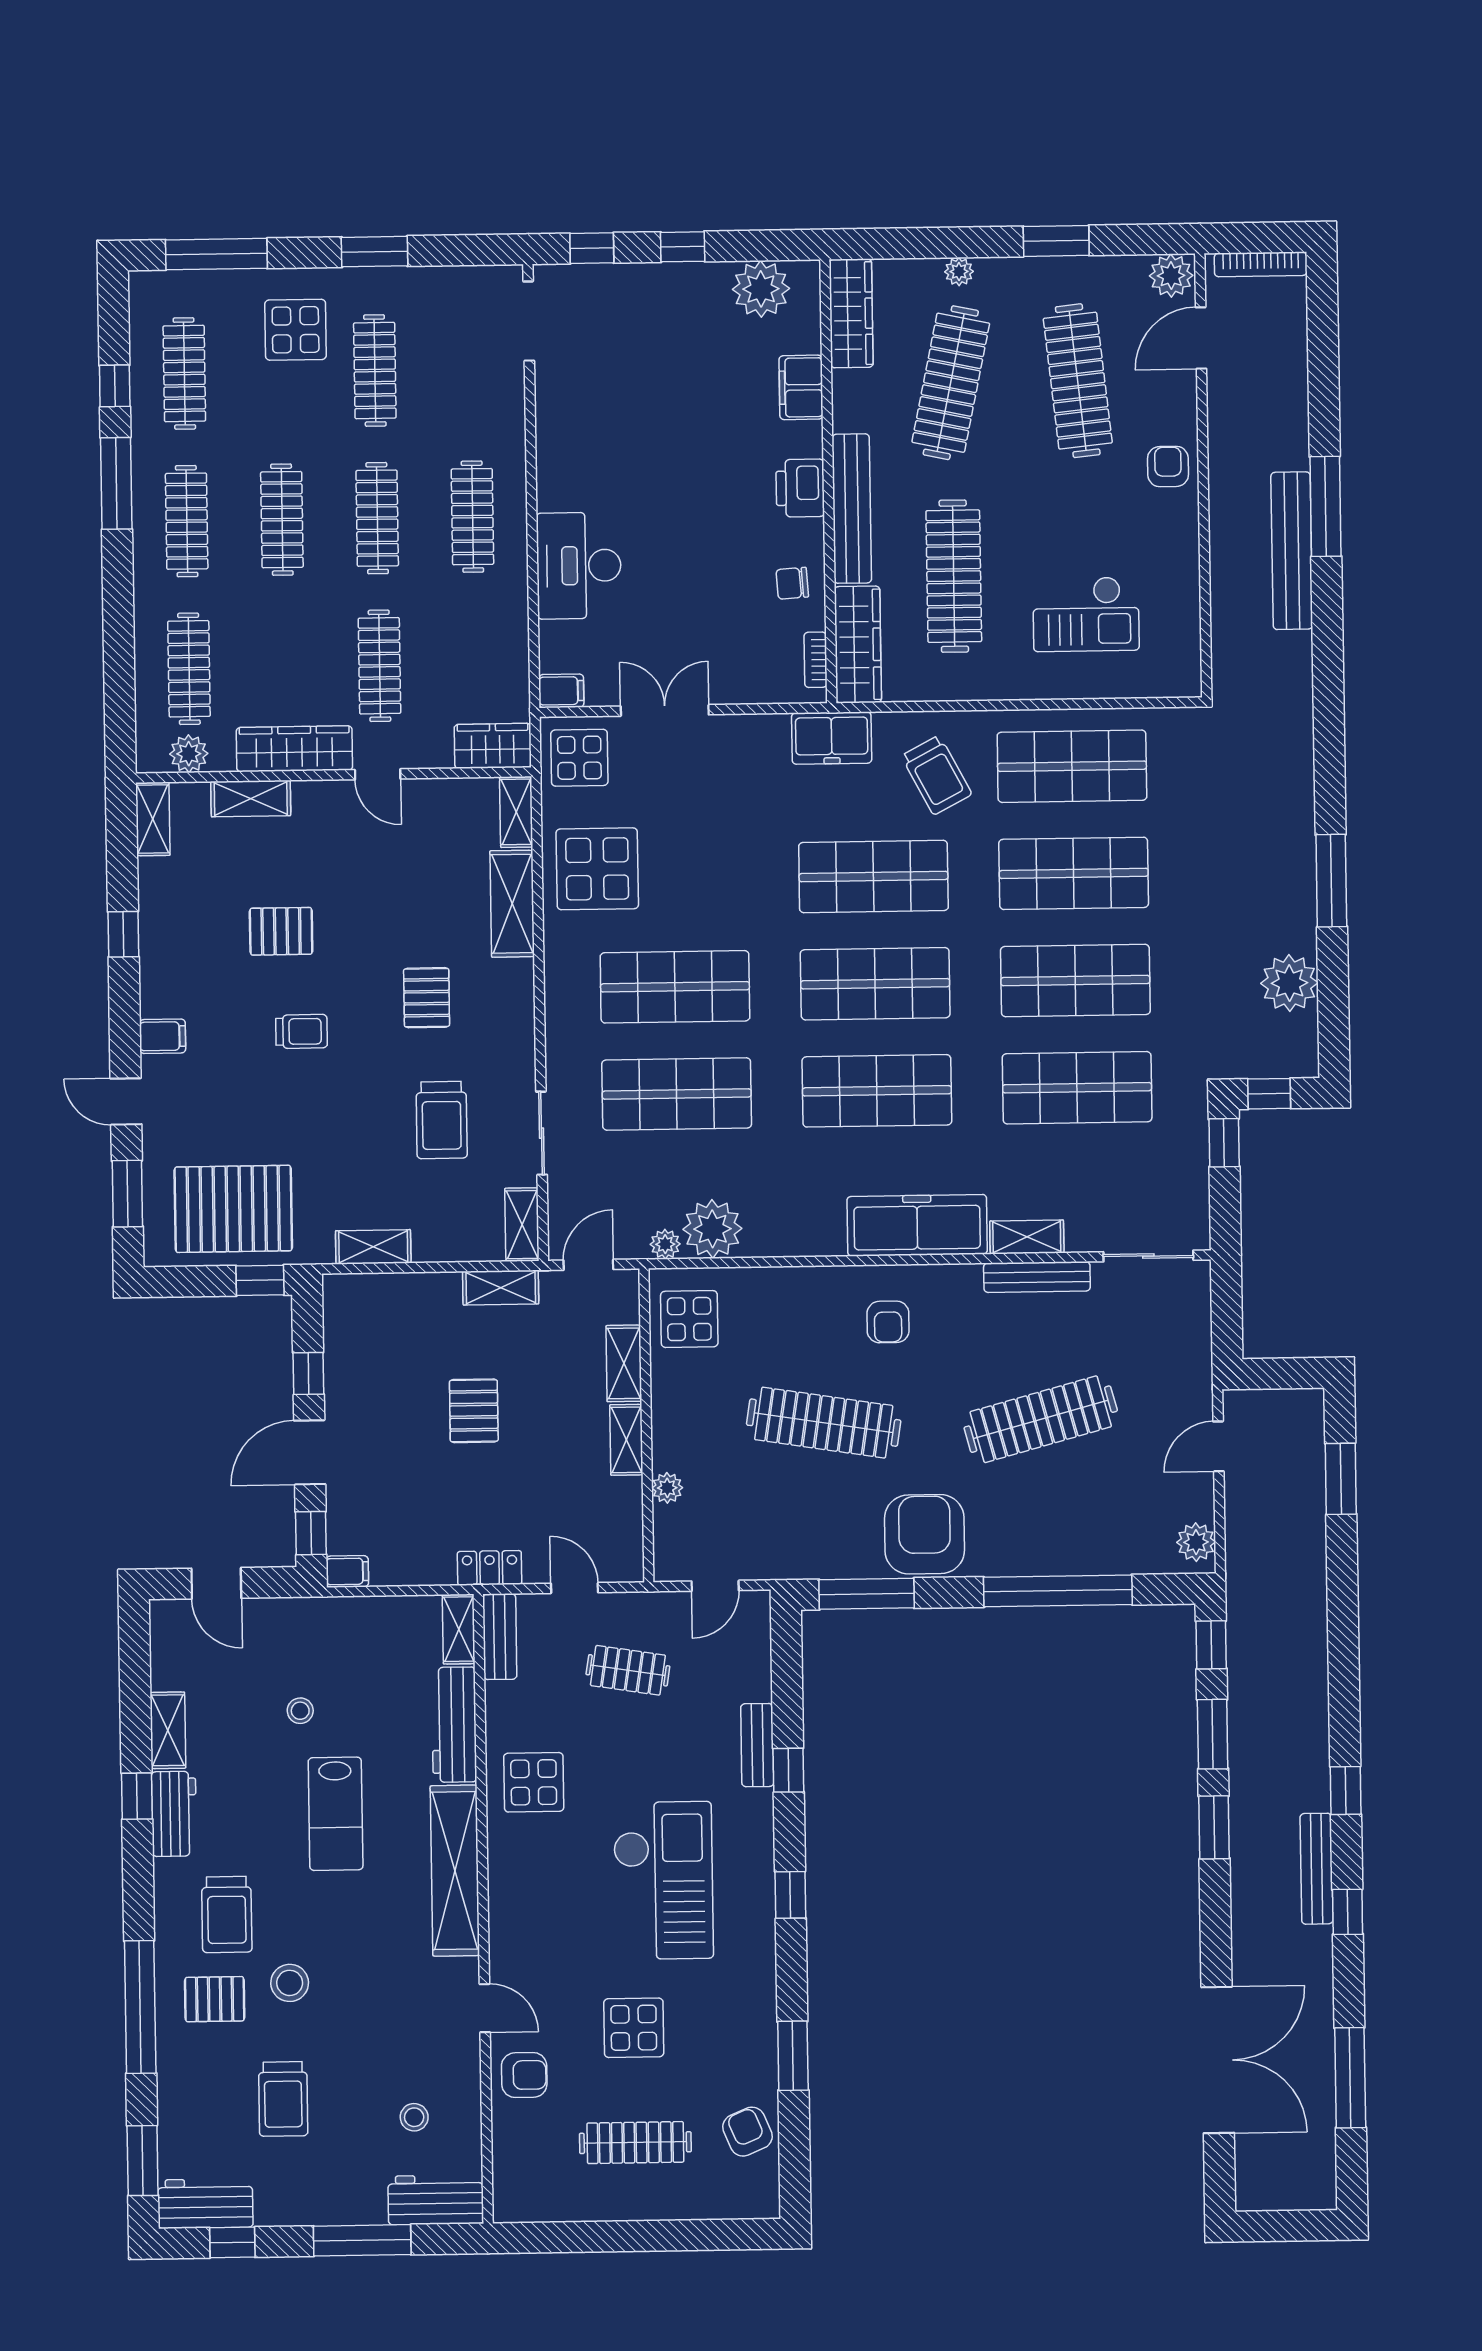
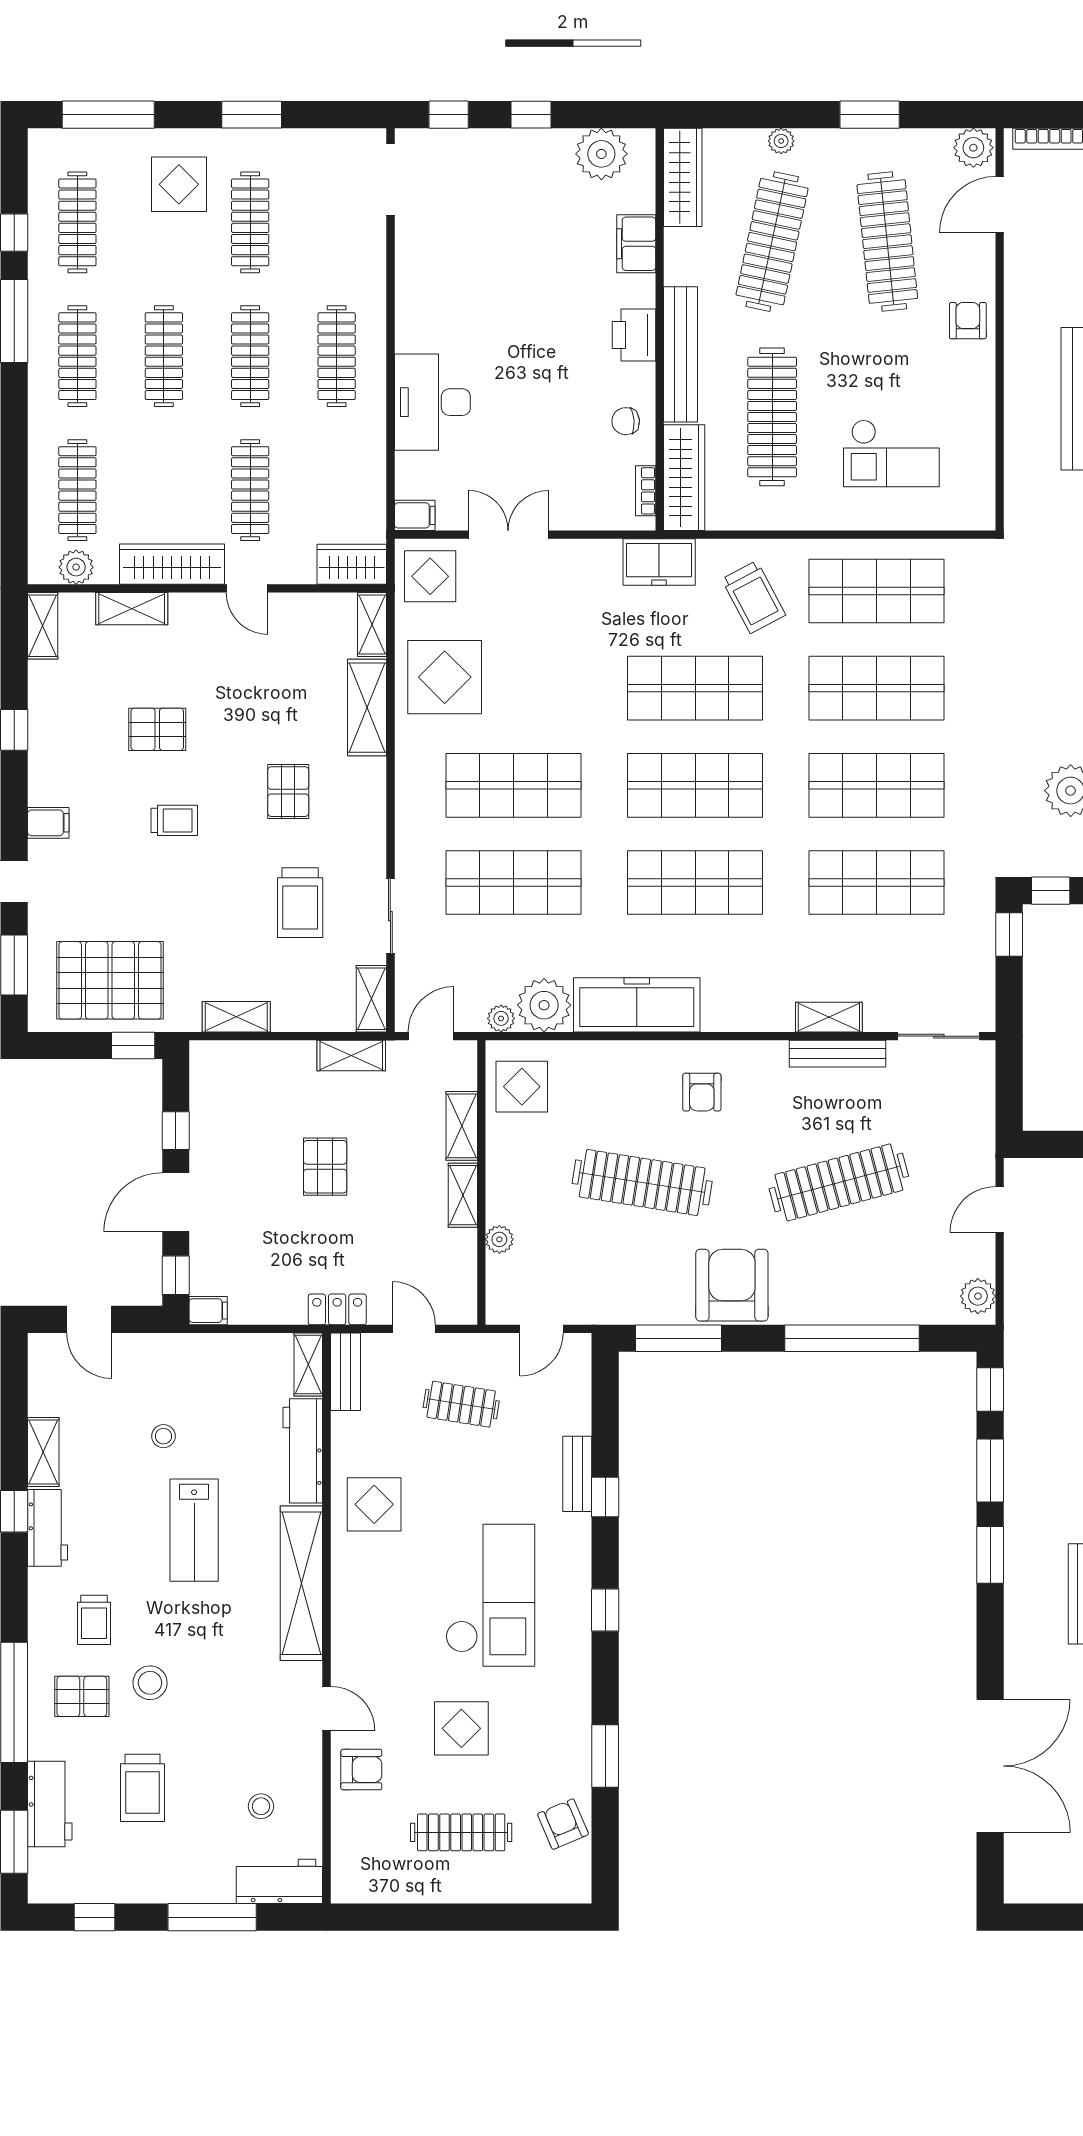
freezer: (917, 1225) -> (637, 1005), moved
trolley: (227, 1914) -> (94, 1620), width x0.73, depth x0.72
workbench: (205, 2204) -> (50, 1804), moved, turned 90

